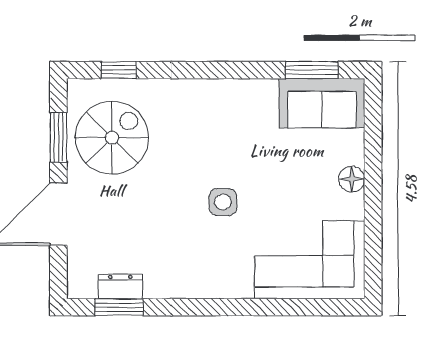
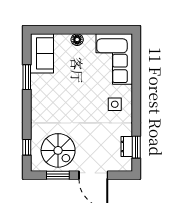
window: (312, 70) -> (27, 77), moved
spiral stairs: (112, 138) -> (58, 150), turned 180
side table: (223, 202) -> (115, 104), moved

